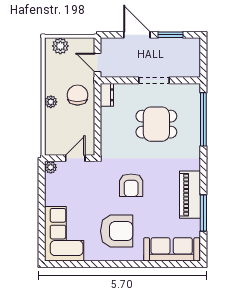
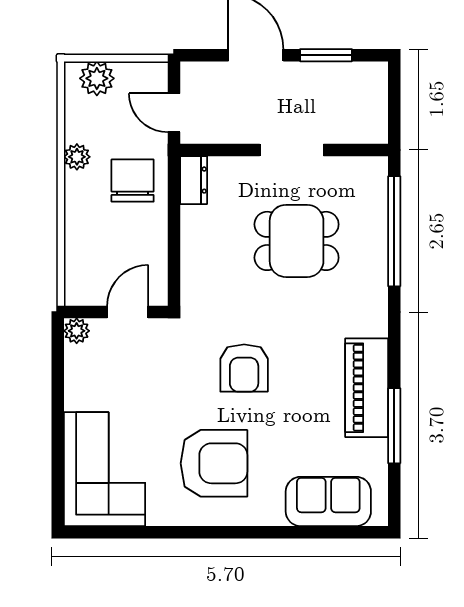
plant: (51, 102) -> (77, 157), moved
sofa: (172, 249) -> (328, 501), width x0.73

